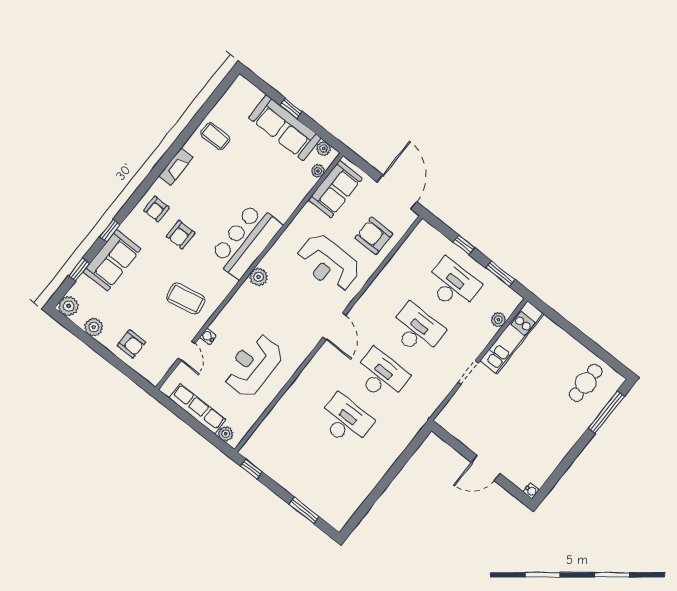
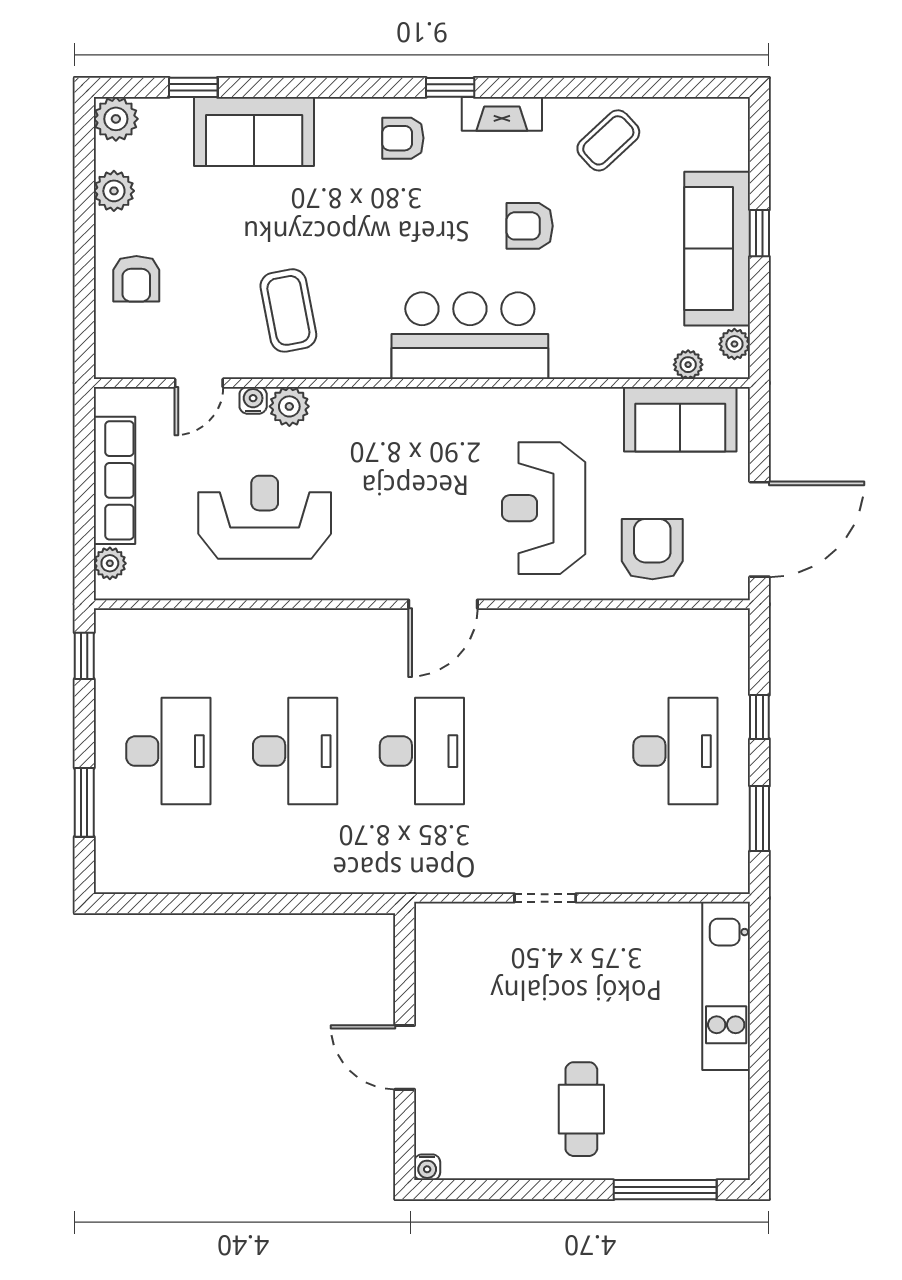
coffee table: (215, 136) -> (608, 140), turned 47
window: (110, 231) -> (450, 87), moved
armchair: (181, 235) -> (530, 226), moved
plant: (258, 277) -> (289, 406), moved
plant: (498, 320) -> (678, 878), removed
desk: (417, 330) -> (168, 751), moved
kitchen unit: (512, 337) -> (726, 986), moved, turned 90
cafe table: (586, 383) -> (581, 1109), moved, turned 90

